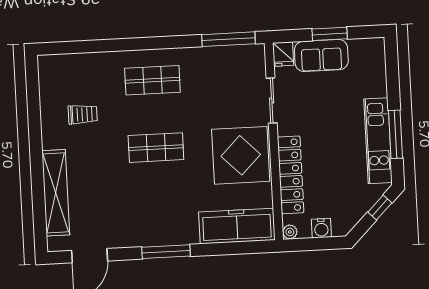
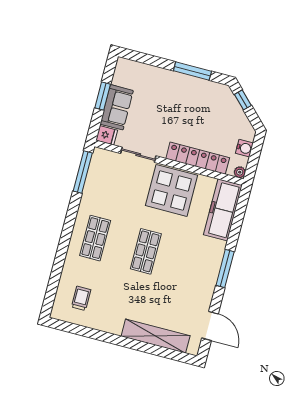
trolley: (83, 114) -> (81, 298), moved
kitchen unit: (378, 141) -> (193, 86), removed

